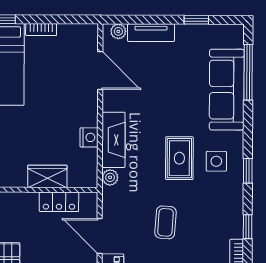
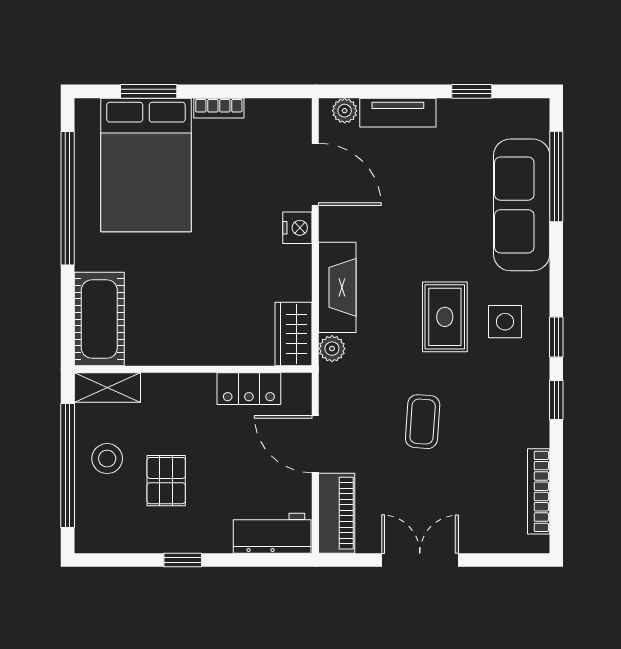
nightstand: (89, 137) -> (297, 228), moved
wardrobe: (47, 176) -> (294, 334), moved, turned -90
window: (248, 227) -> (556, 400), moved

